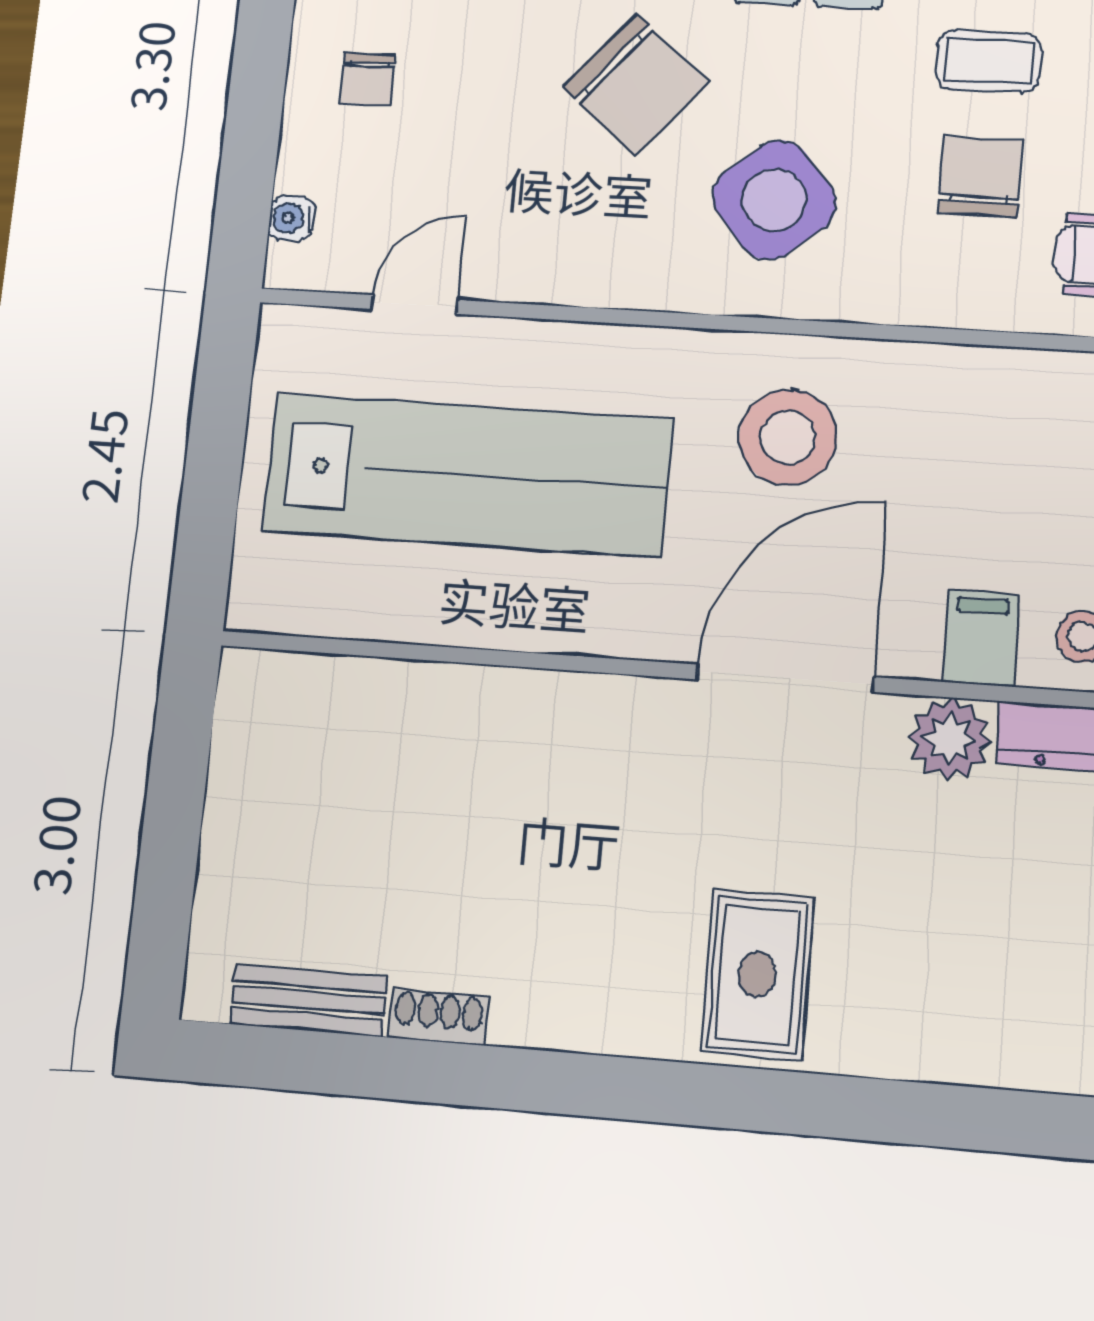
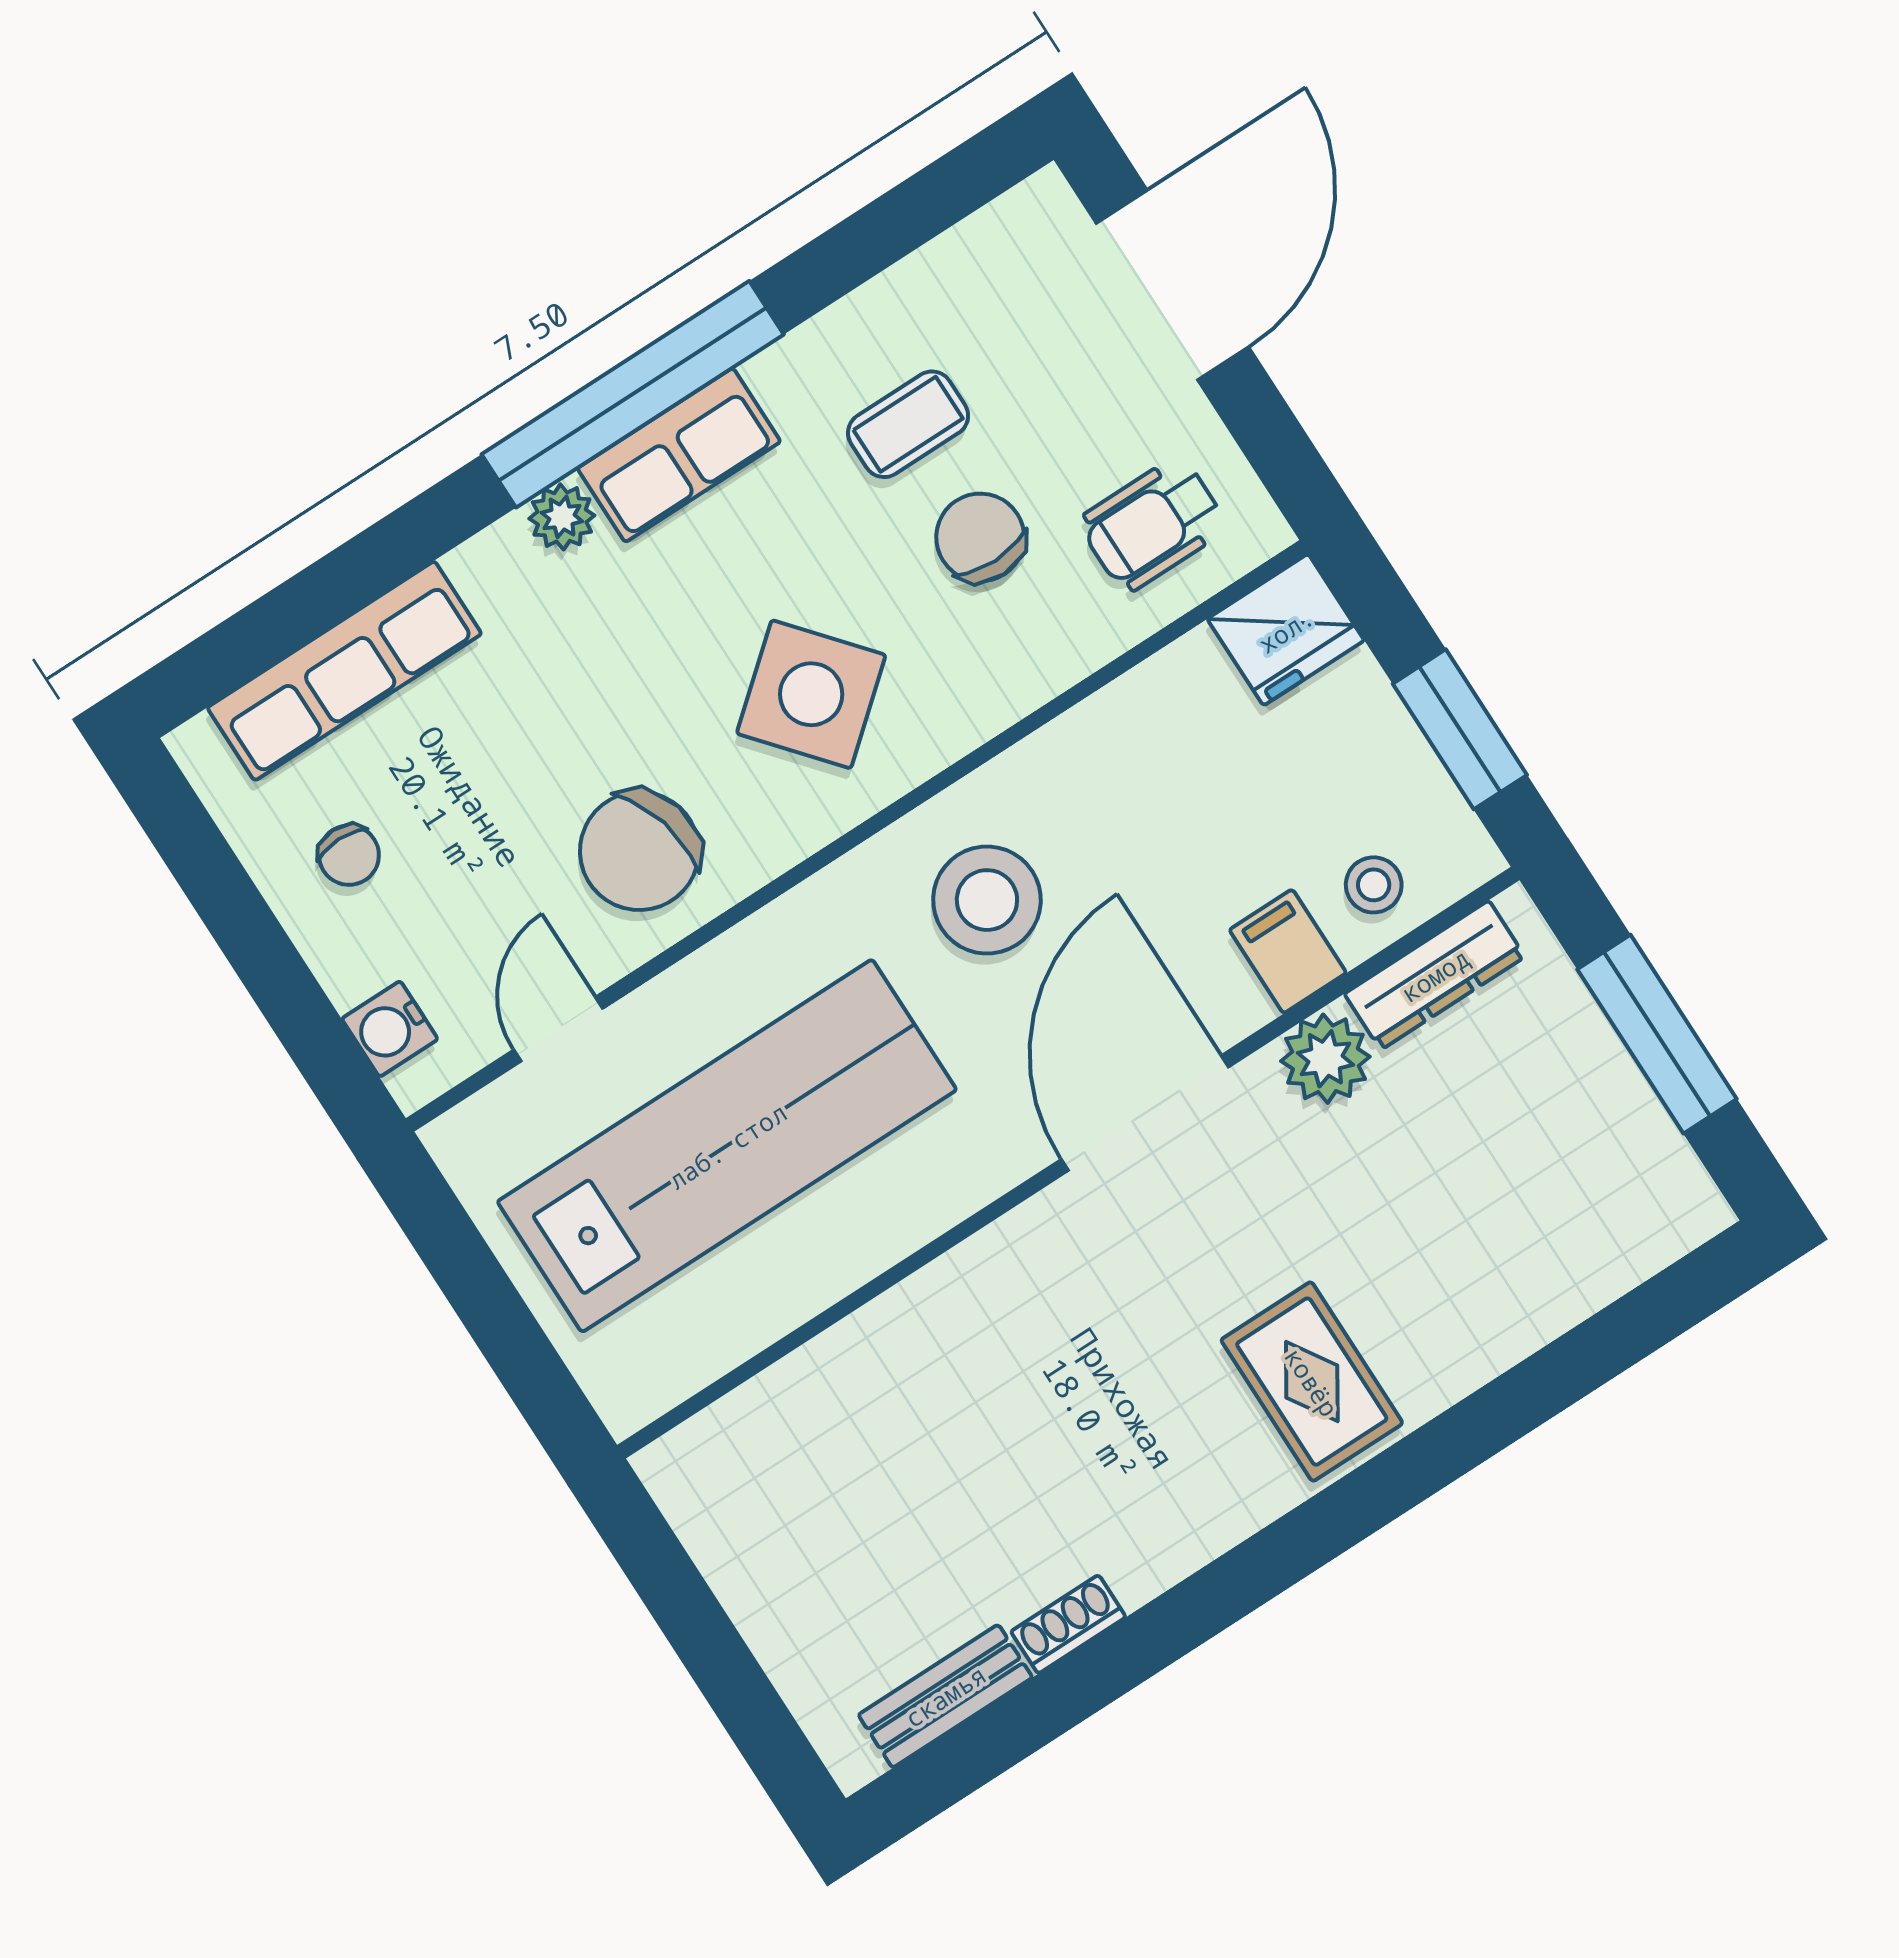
chair: (636, 85) -> (639, 851), moved, turned 125
water cooler: (292, 218) -> (390, 1029), width x1.38, depth x1.38

